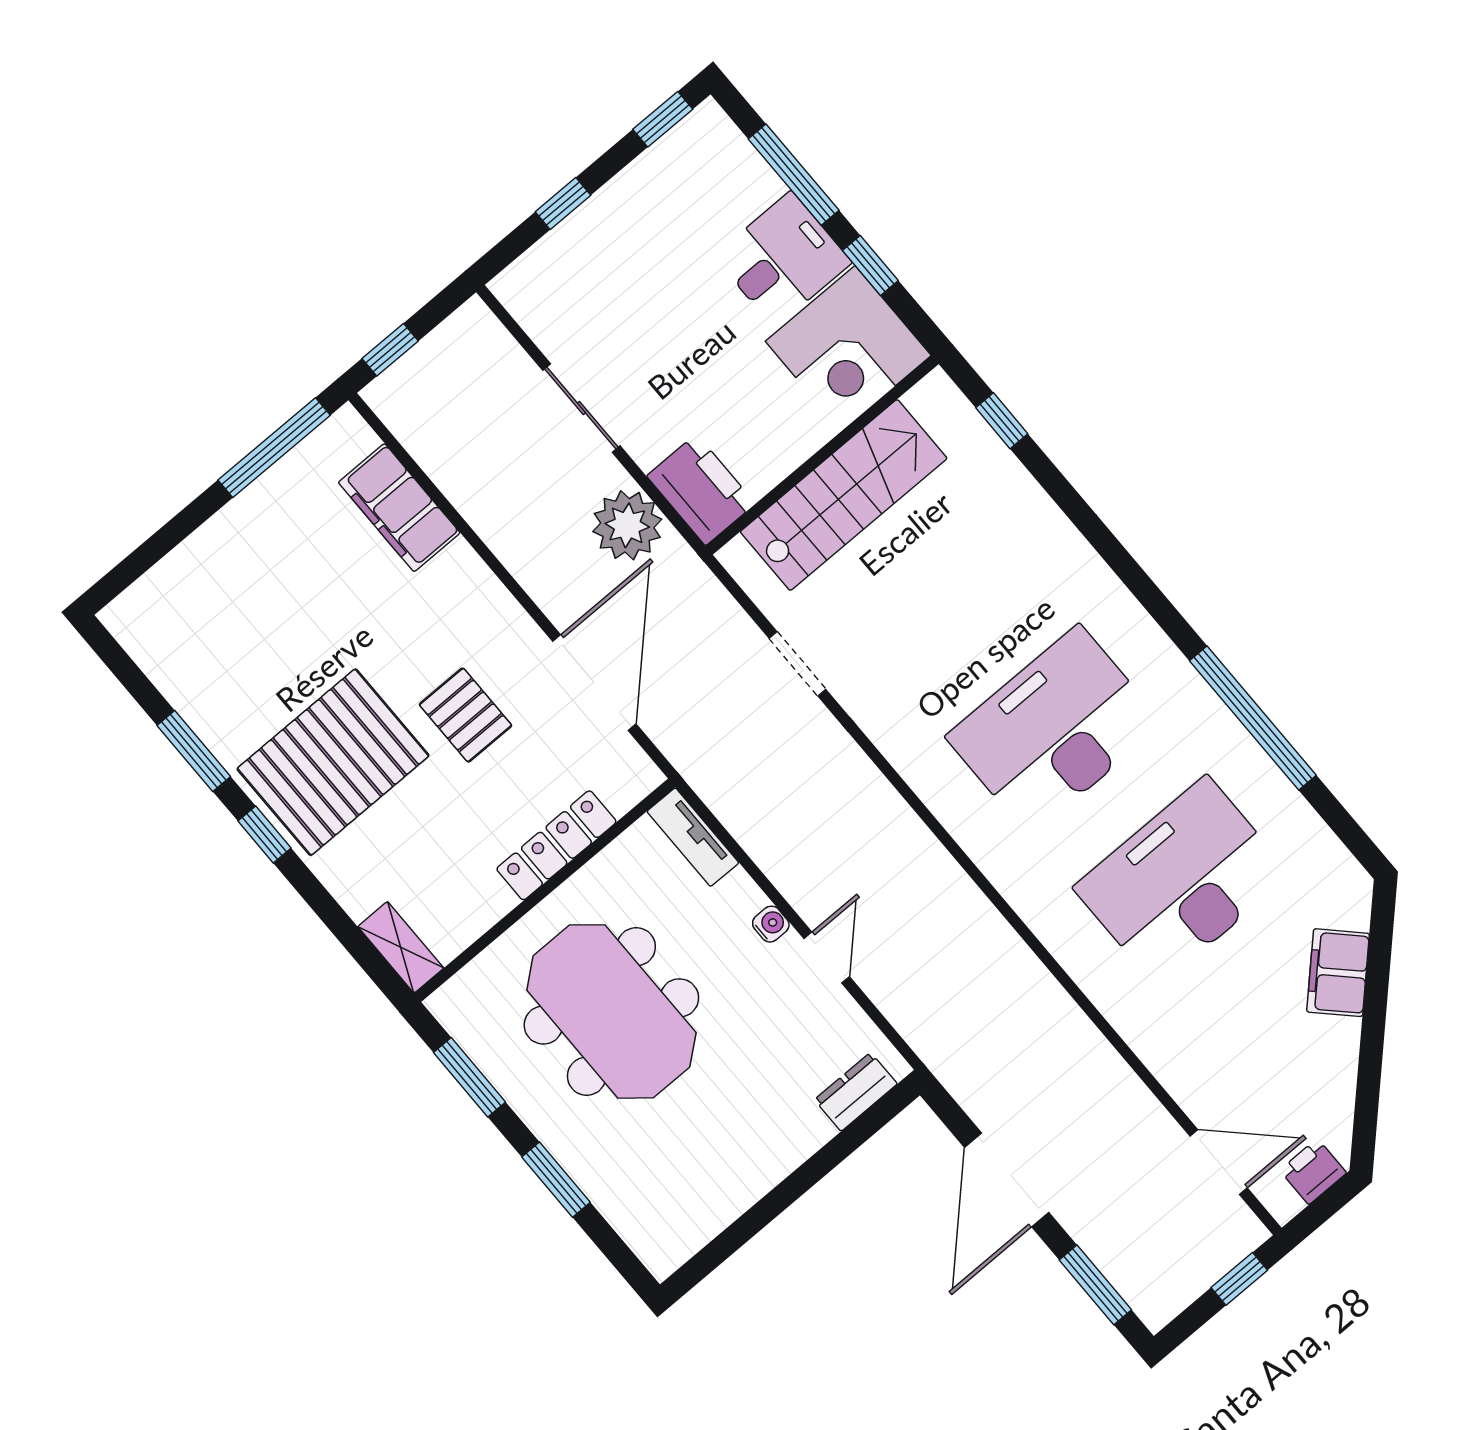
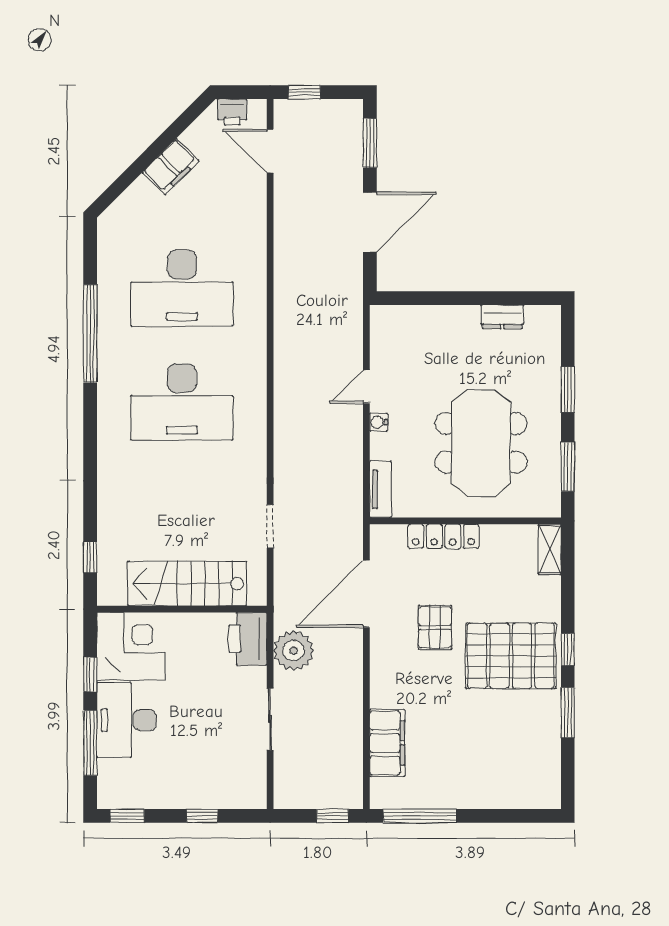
desk: (783, 259) -> (126, 720), width x1.37
filing cabinet: (1338, 973) -> (171, 167), moved
dresser: (856, 1092) -> (502, 317), moved

